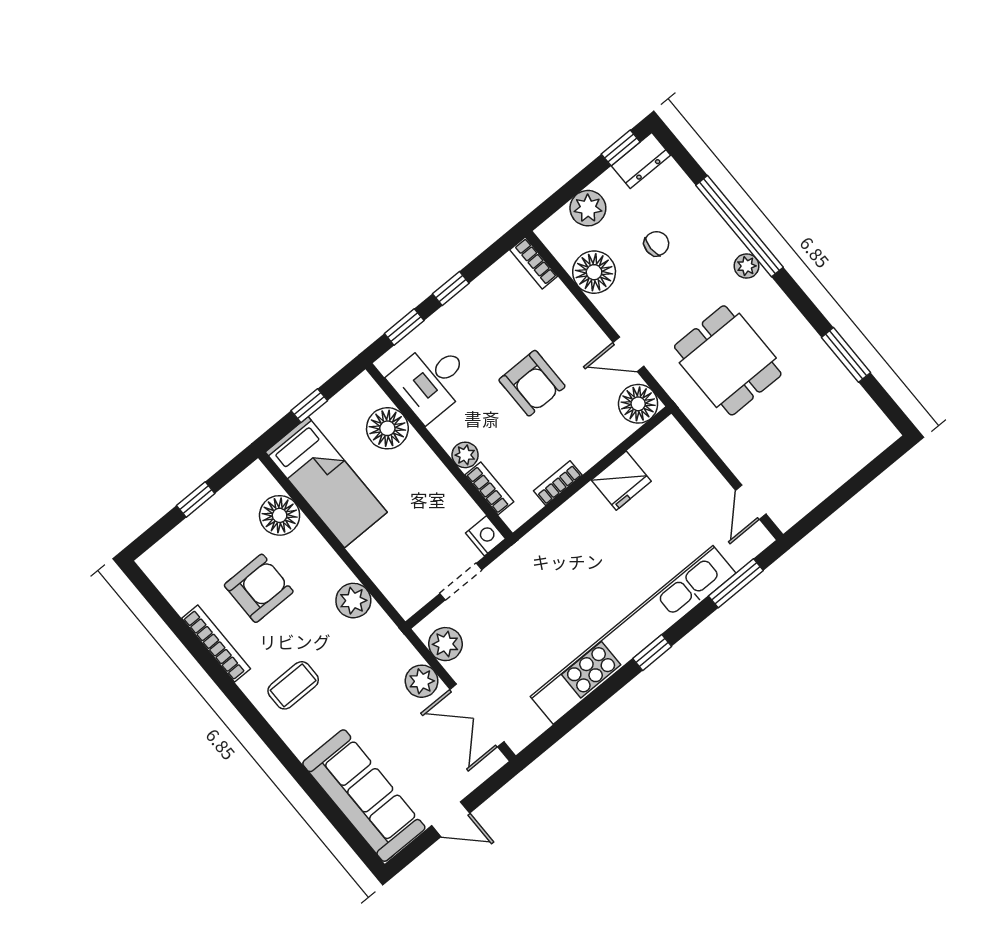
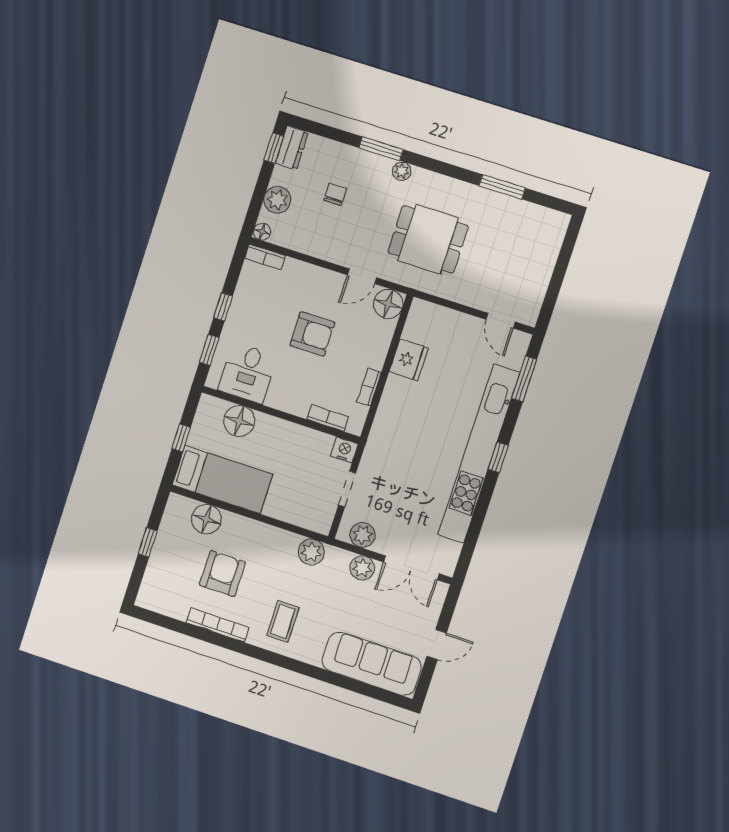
window: (740, 226) -> (381, 149), width x0.47
floor lamp: (594, 272) -> (262, 232), moved, width x0.53, depth x0.53
plant: (465, 455) -> (299, 407), removed
plant: (353, 601) -> (311, 552), moved

